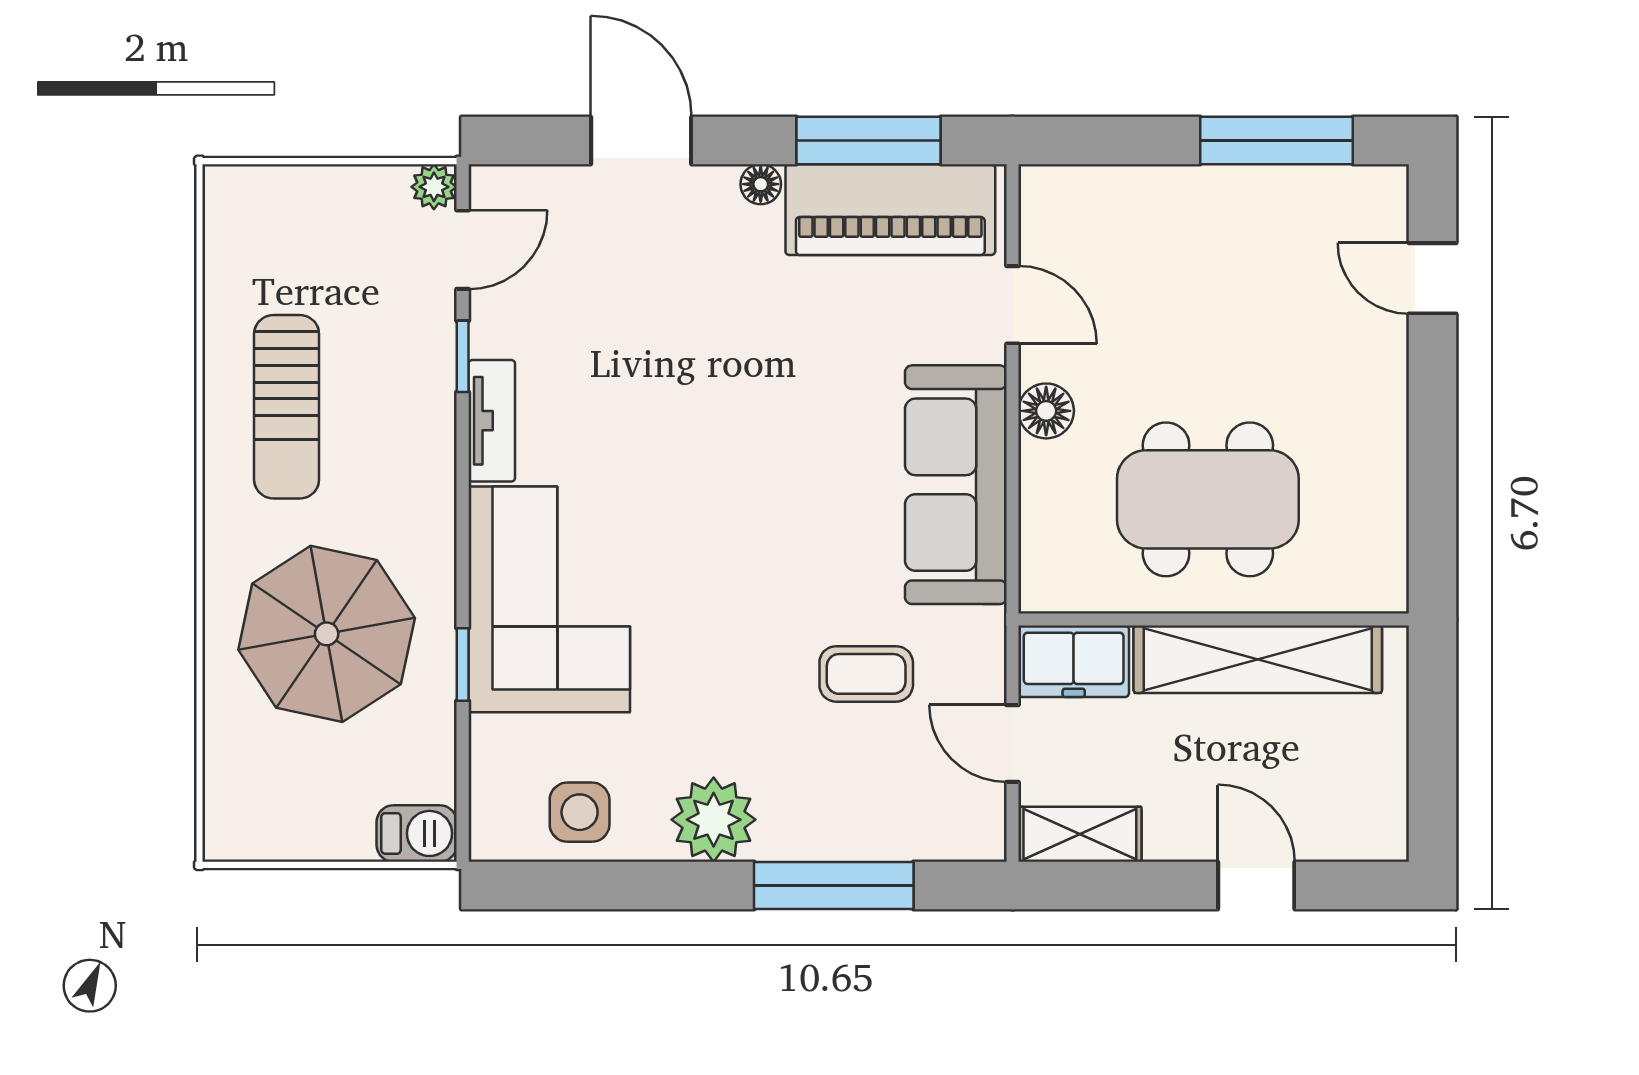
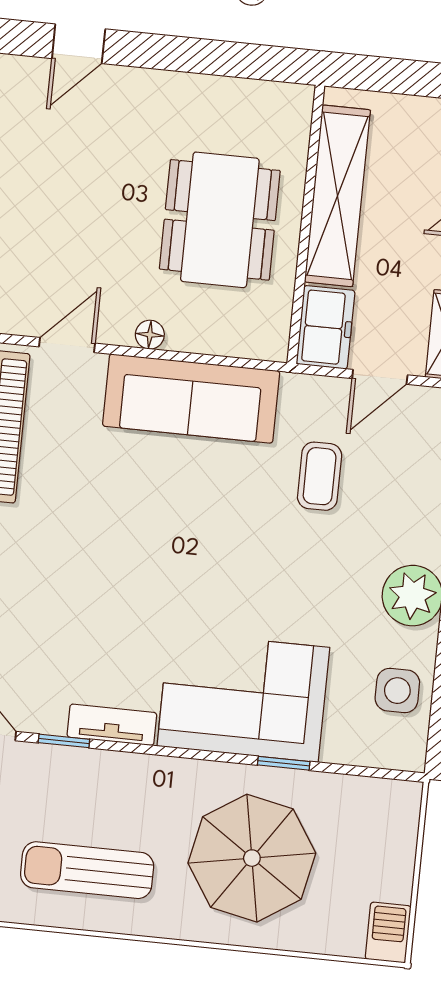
sun lounger: (287, 407) -> (87, 870), turned 180
floor lamp: (1046, 411) -> (150, 335), width x0.73, depth x0.73
barbecue: (417, 833) -> (388, 933), moved

